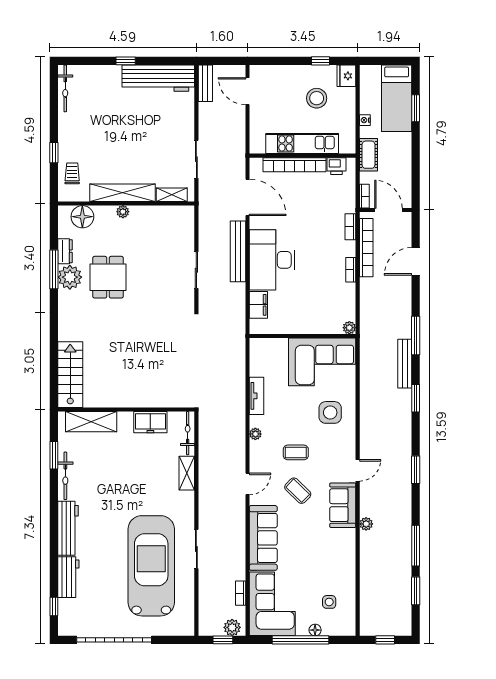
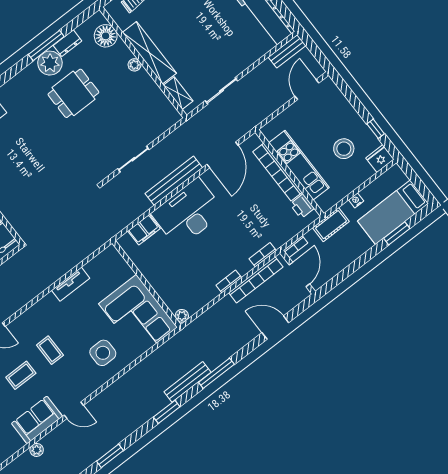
plant: (255, 434) -> (40, 307), removed
coffee table: (298, 491) -> (21, 375), turned 46

